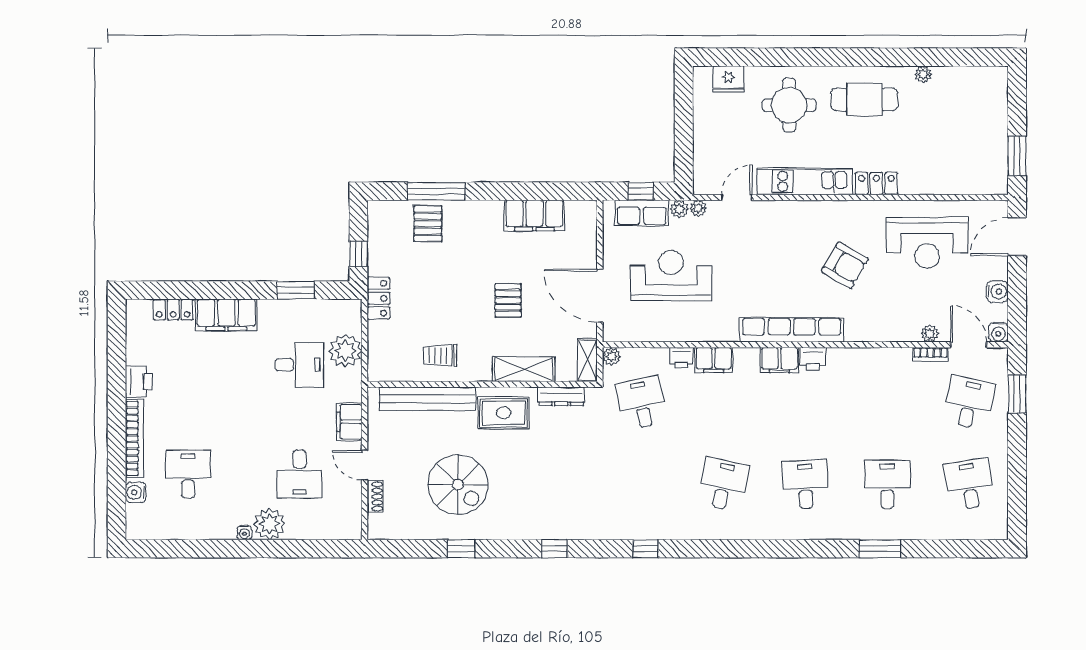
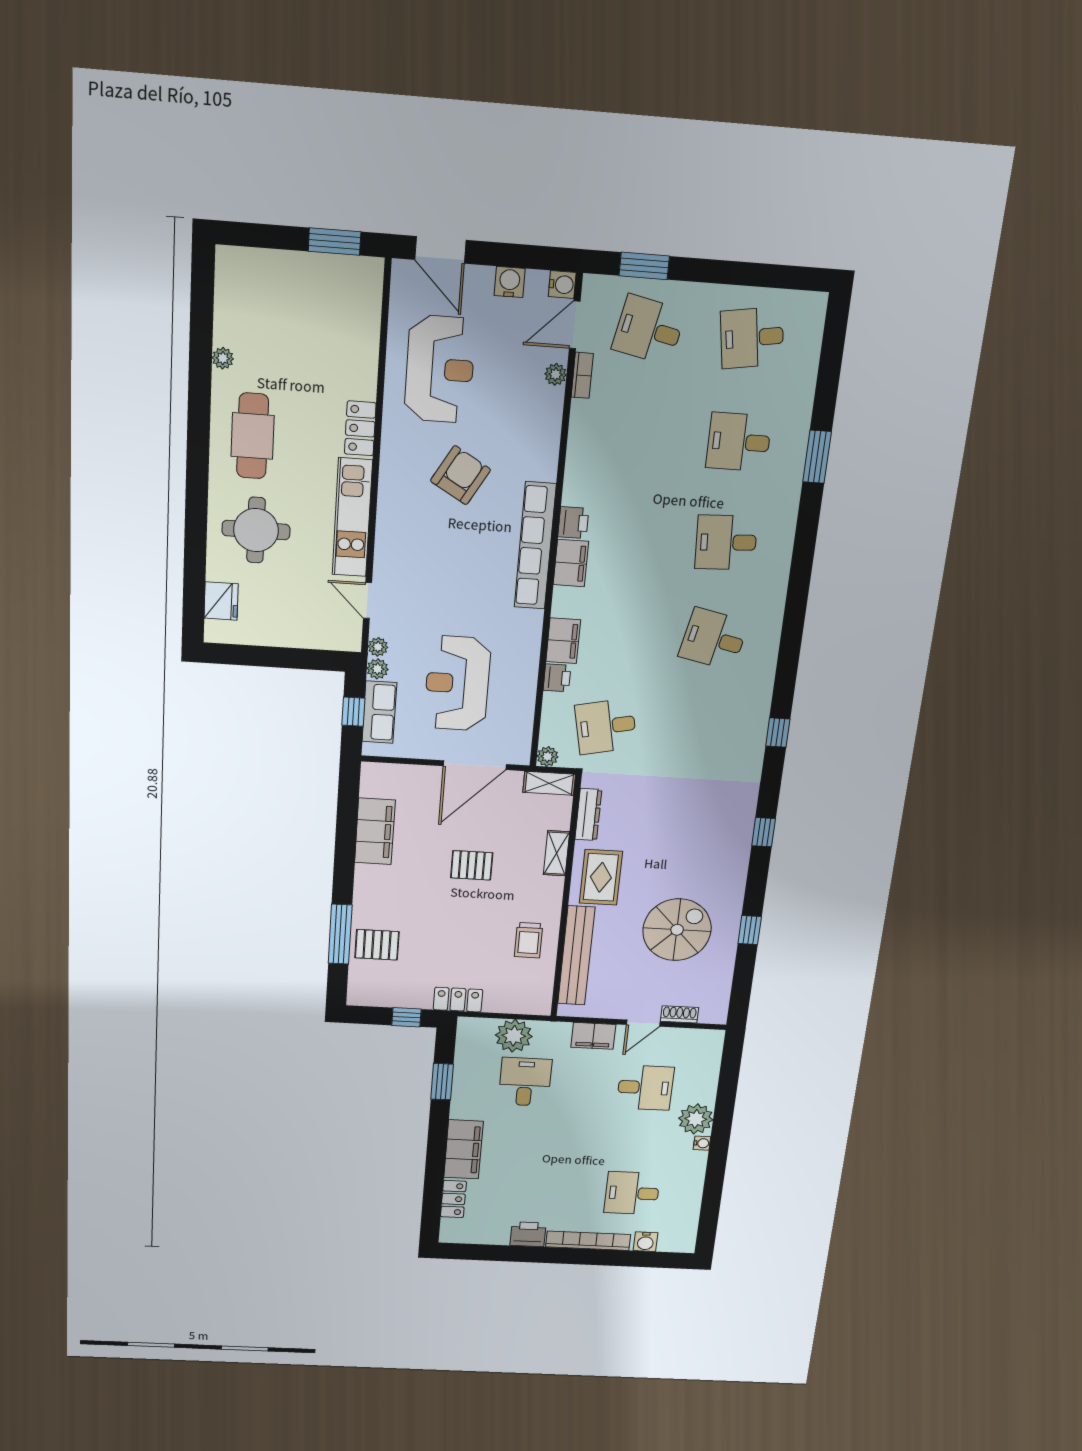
shelving: (524, 369) -> (557, 853), width x0.67, depth x0.75

